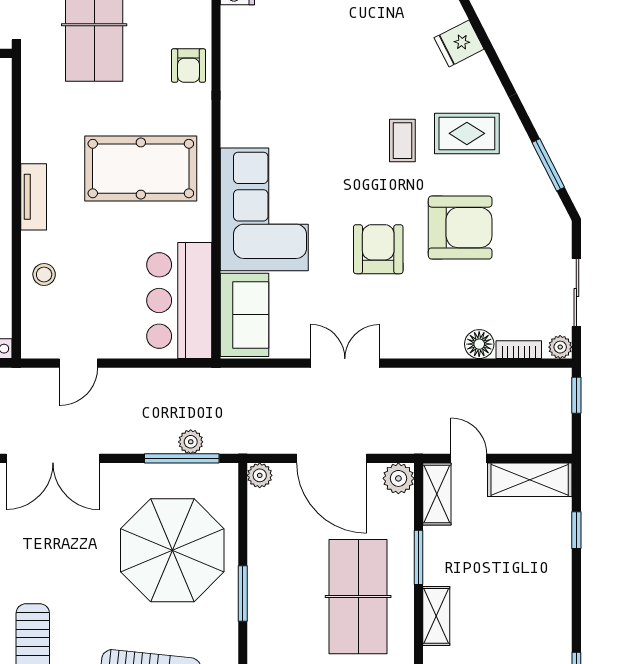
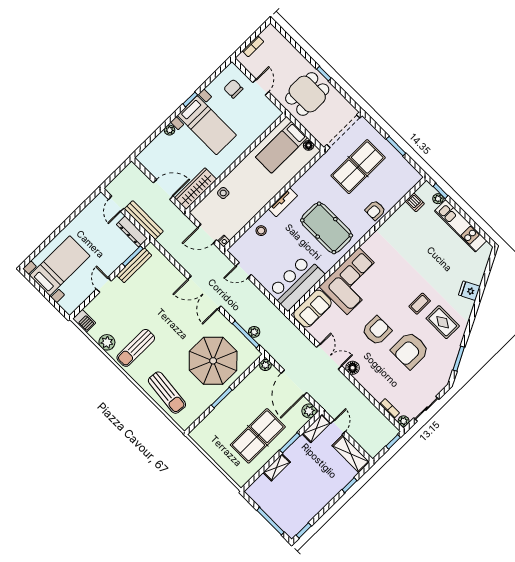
armchair: (460, 228) -> (410, 350), turned 90
floor lamp: (479, 344) -> (353, 368), moved

